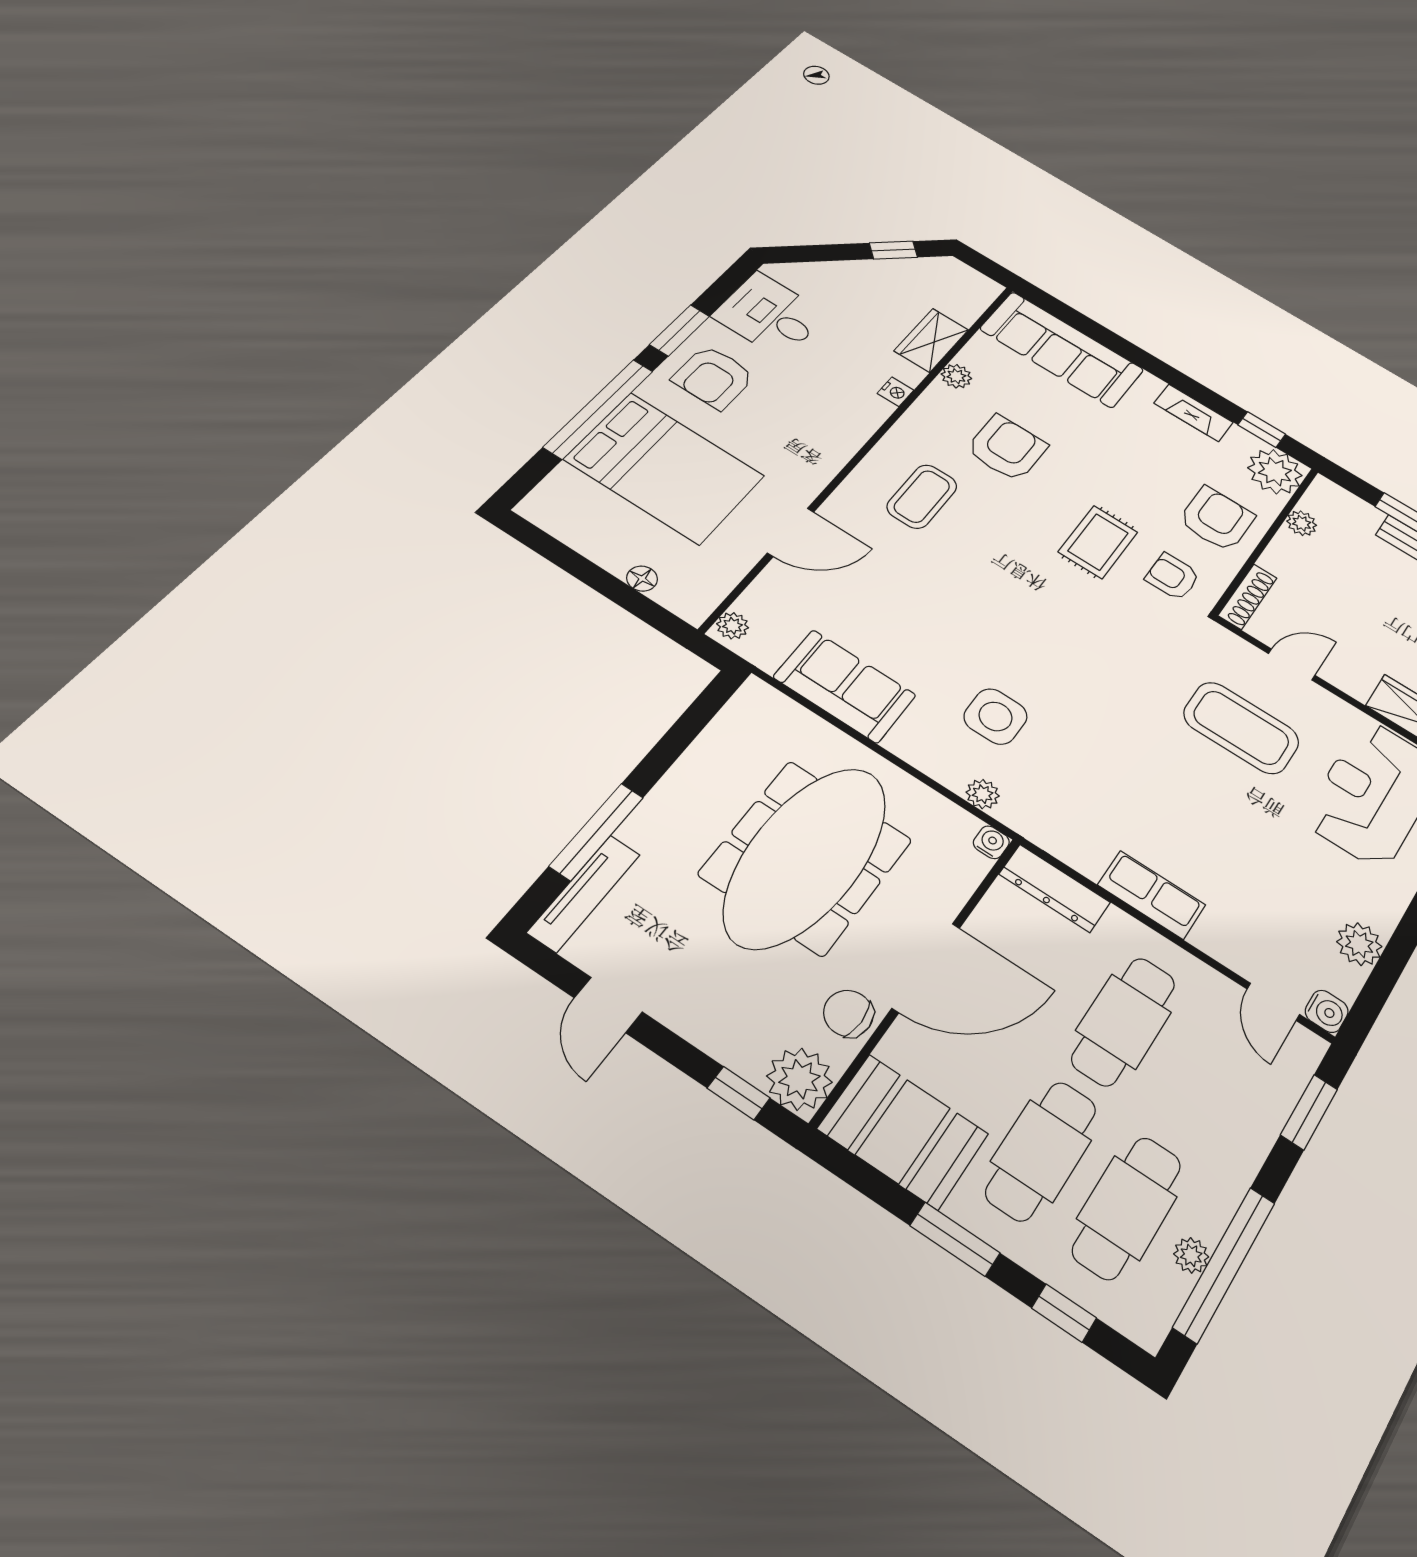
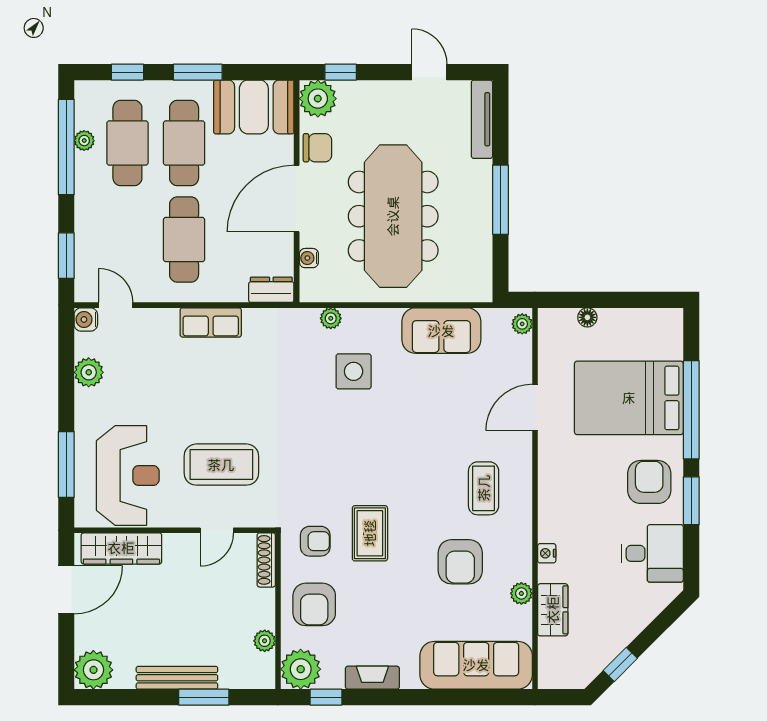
window: (596, 832) -> (501, 200), moved
water cooler: (991, 842) -> (309, 258), moved, turned 90
dresser: (1055, 888) -> (271, 290), width x0.70

